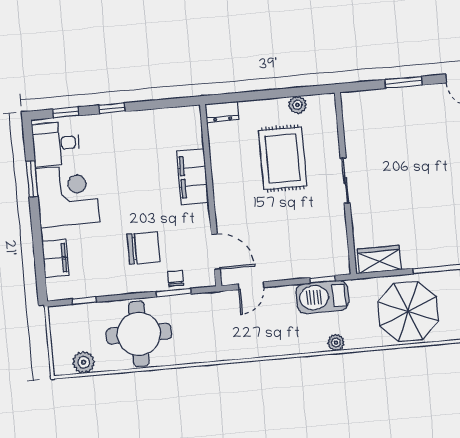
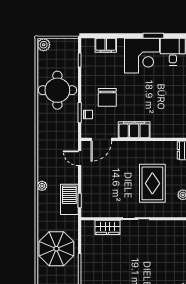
rug: (283, 158) -> (152, 183), turned 90
filing cabinet: (192, 177) -> (134, 130), moved
wardrobe: (379, 259) -> (107, 227), moved, turned 90
plant: (336, 343) -> (42, 186), moved
plant: (84, 362) -> (44, 45), moved

